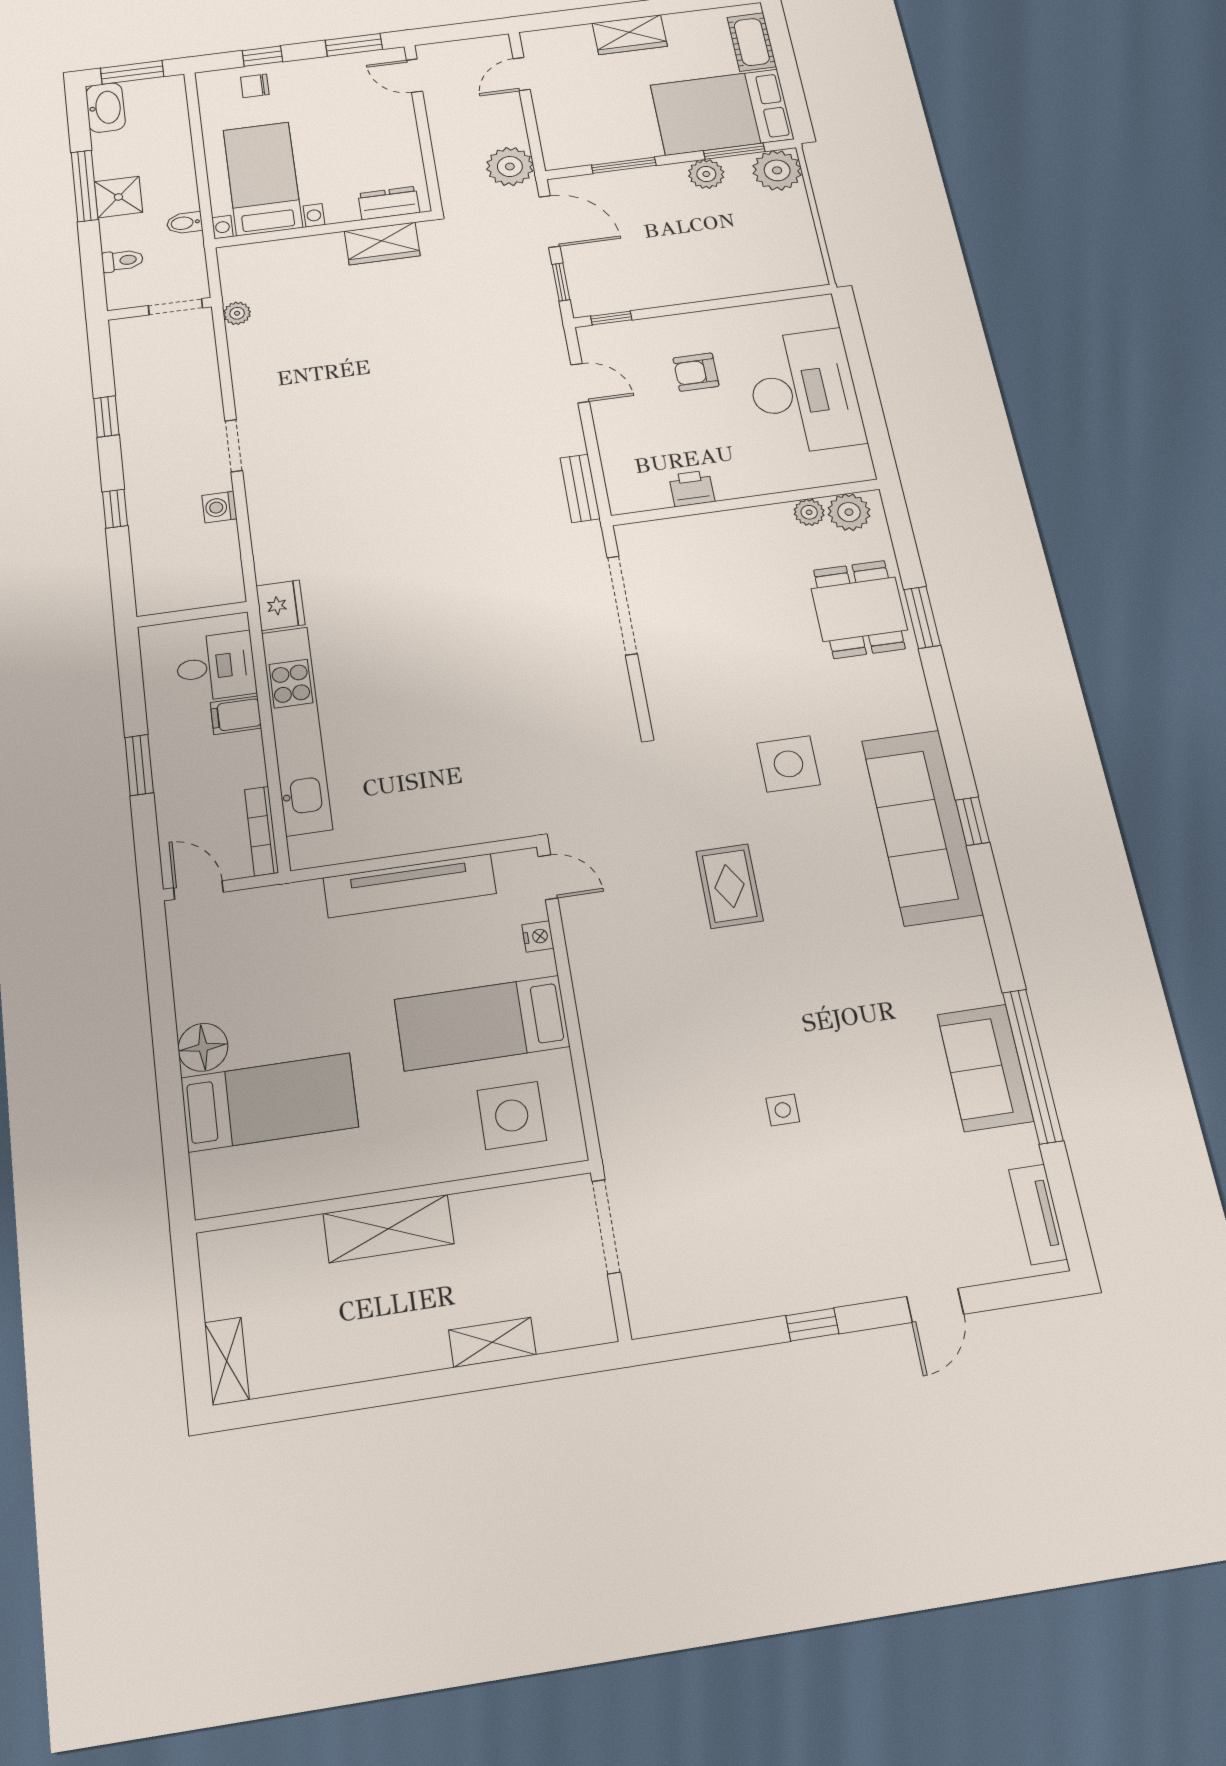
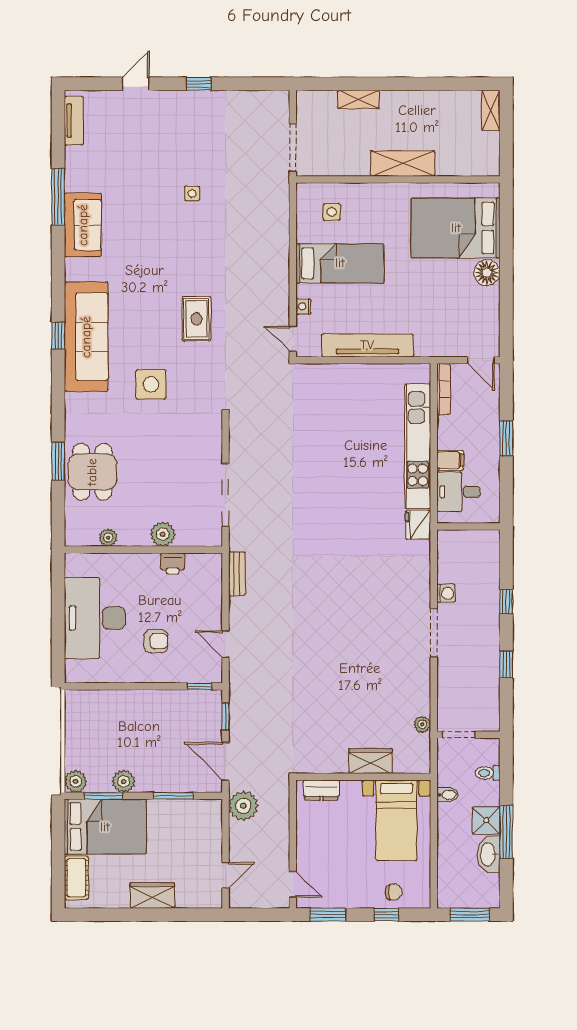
washbasin: (106, 108) -> (489, 854), moved
plant: (777, 170) -> (76, 781), width x0.73, depth x0.73
wardrobe: (382, 243) -> (371, 761), moved
doorway: (234, 446) -> (434, 633), width x1.38
plant: (849, 512) -> (163, 534), moved
window: (1033, 1066) -> (58, 197), width x0.68
sofa: (985, 1068) -> (83, 225), moved
bed: (269, 1102) -> (456, 228), width x1.50
side table: (512, 1115) -> (332, 212), width x0.54, depth x0.54

